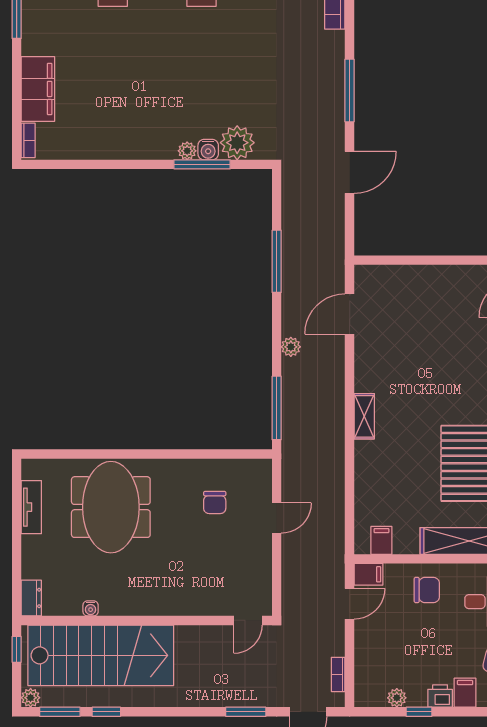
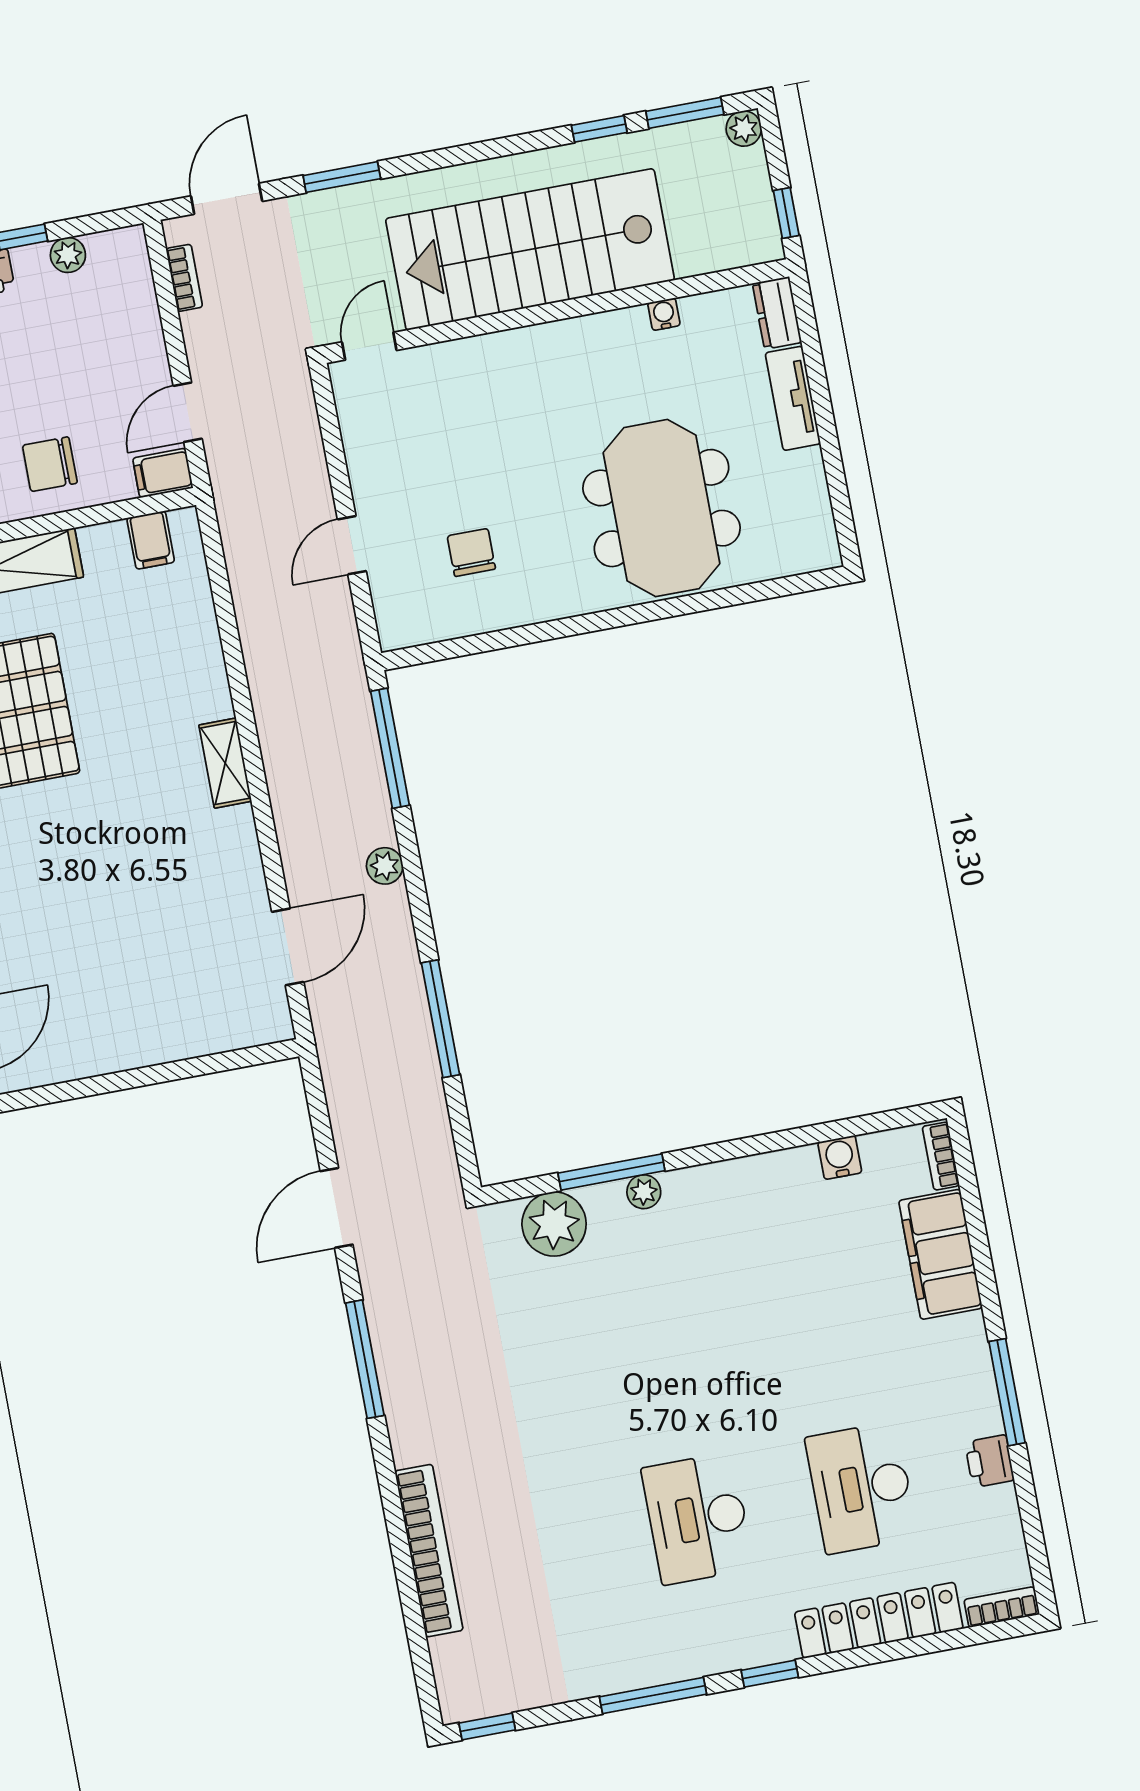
water cooler: (208, 150) -> (840, 1157), moved
tv unit: (31, 507) -> (793, 398), moved
stairs: (101, 655) -> (530, 249), moved

